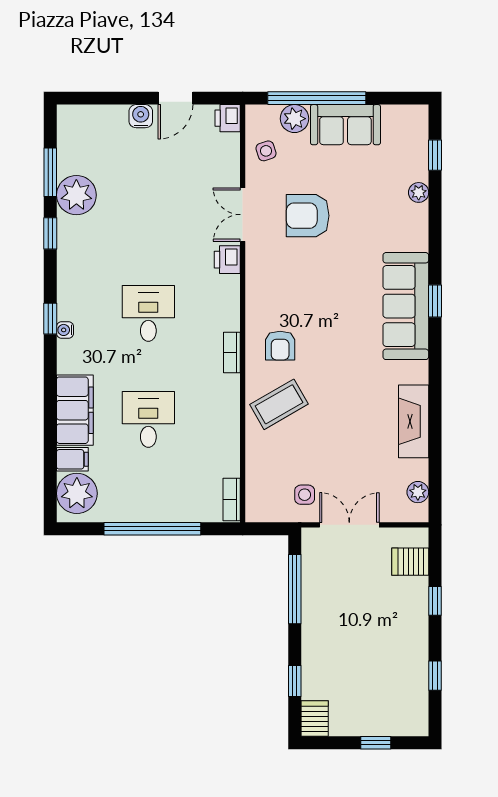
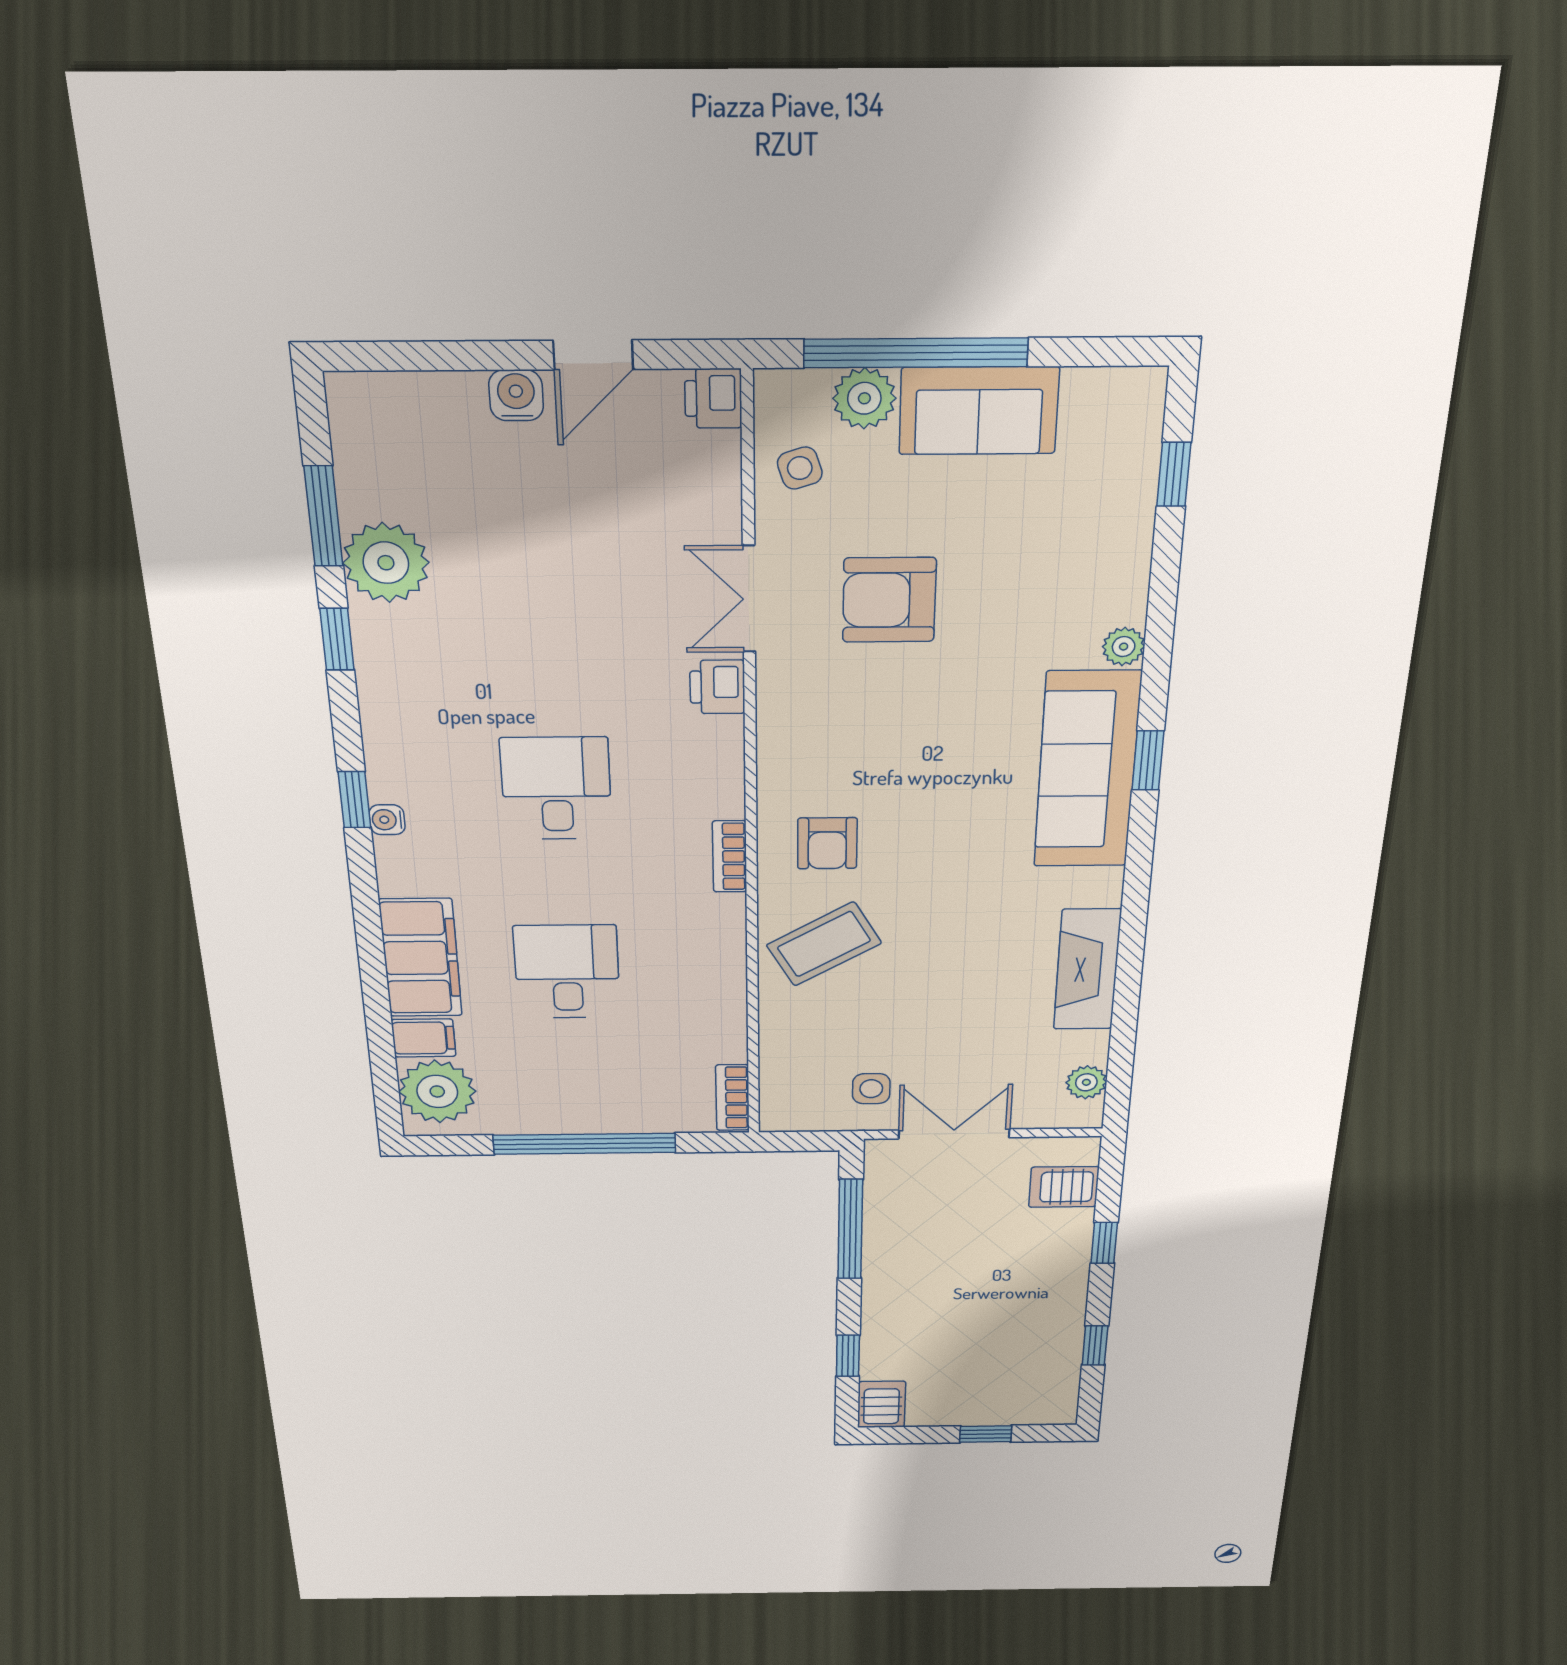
plant: (419, 192) -> (1124, 647), moved

